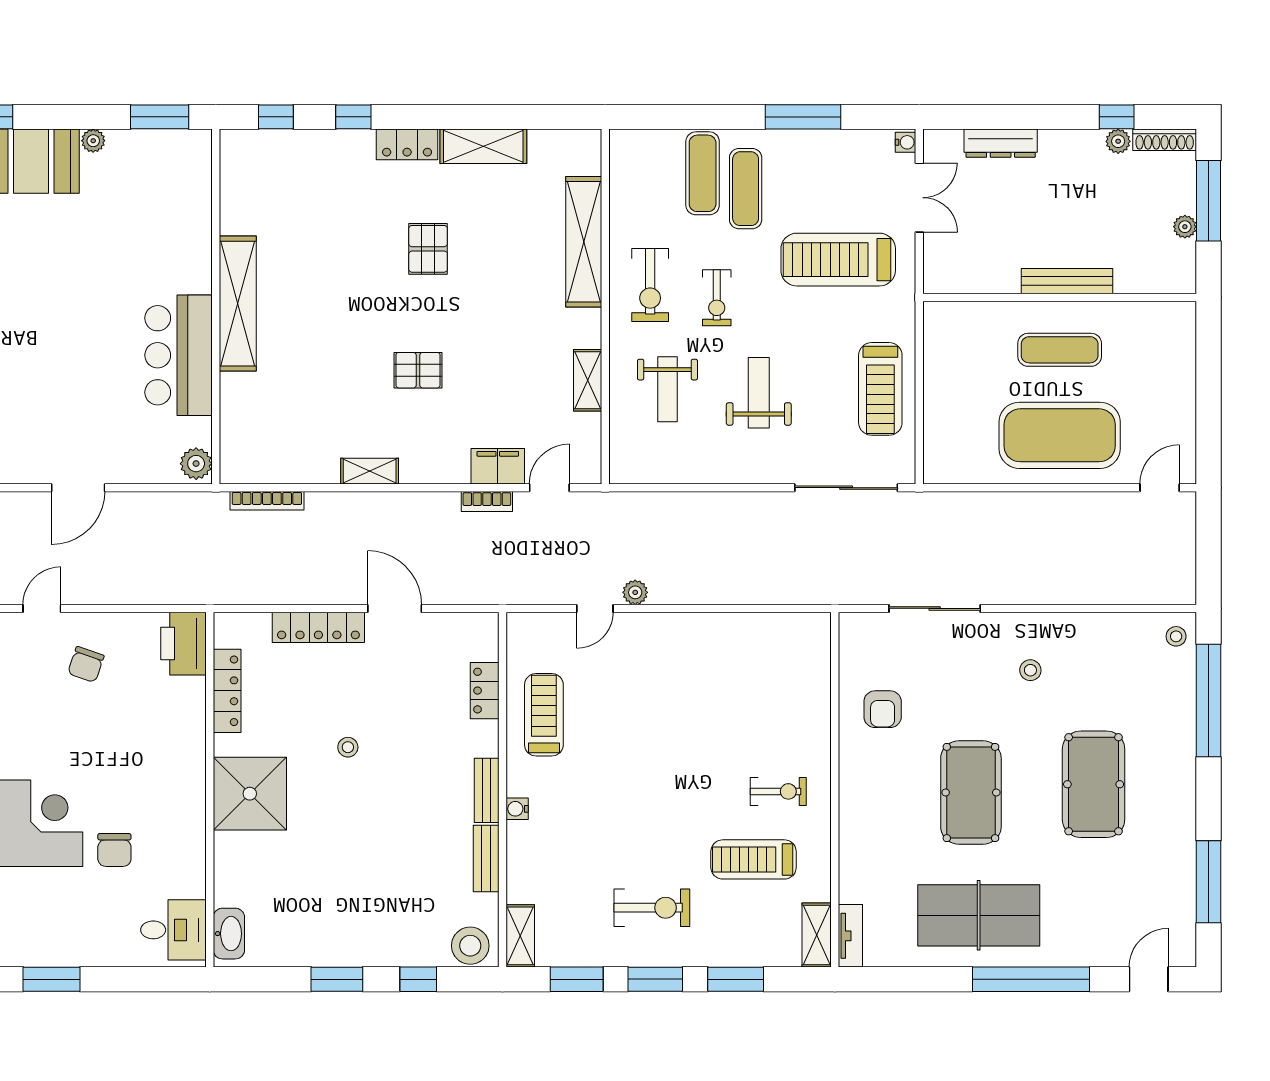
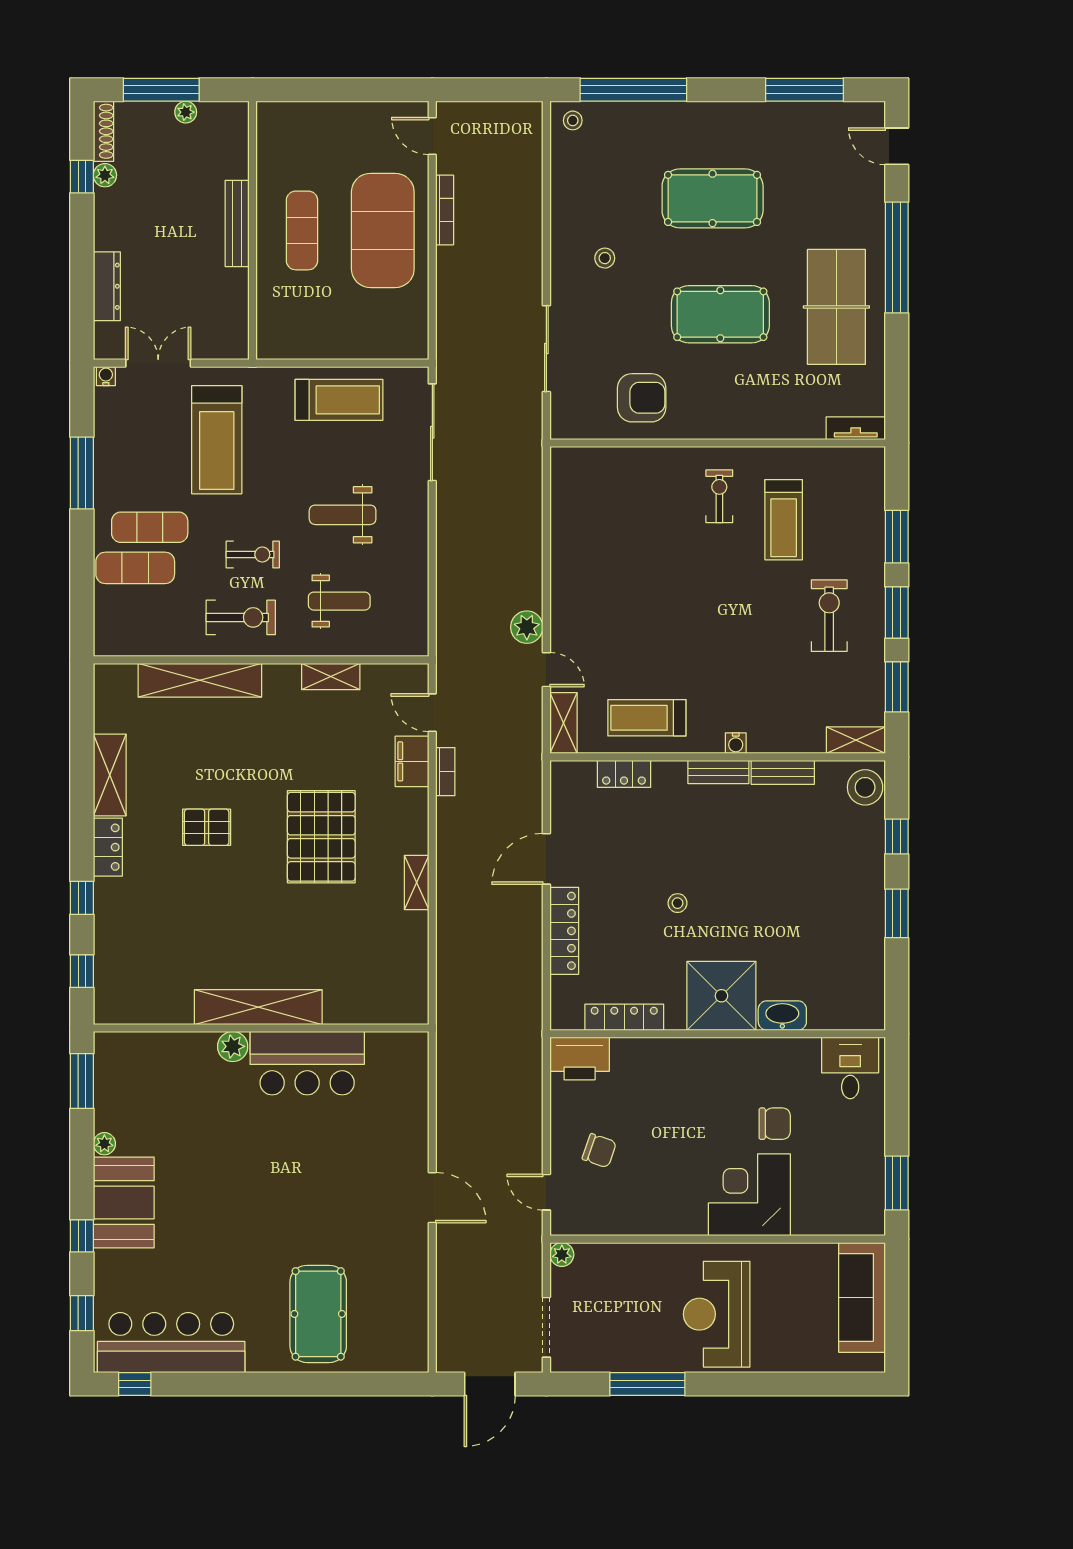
pallet: (418, 370) -> (321, 837), width x2.05, depth x2.00
plant: (196, 464) -> (233, 1046), moved
door: (78, 488) -> (432, 1198), moved
bookcase: (267, 501) -> (445, 210), moved
plant: (635, 592) -> (527, 627), width x1.38, depth x1.38
armchair: (883, 709) -> (642, 398), width x1.38, depth x1.38
washbasin: (229, 934) -> (782, 1016), moved
shelving: (817, 935) -> (564, 723), moved, turned 90

